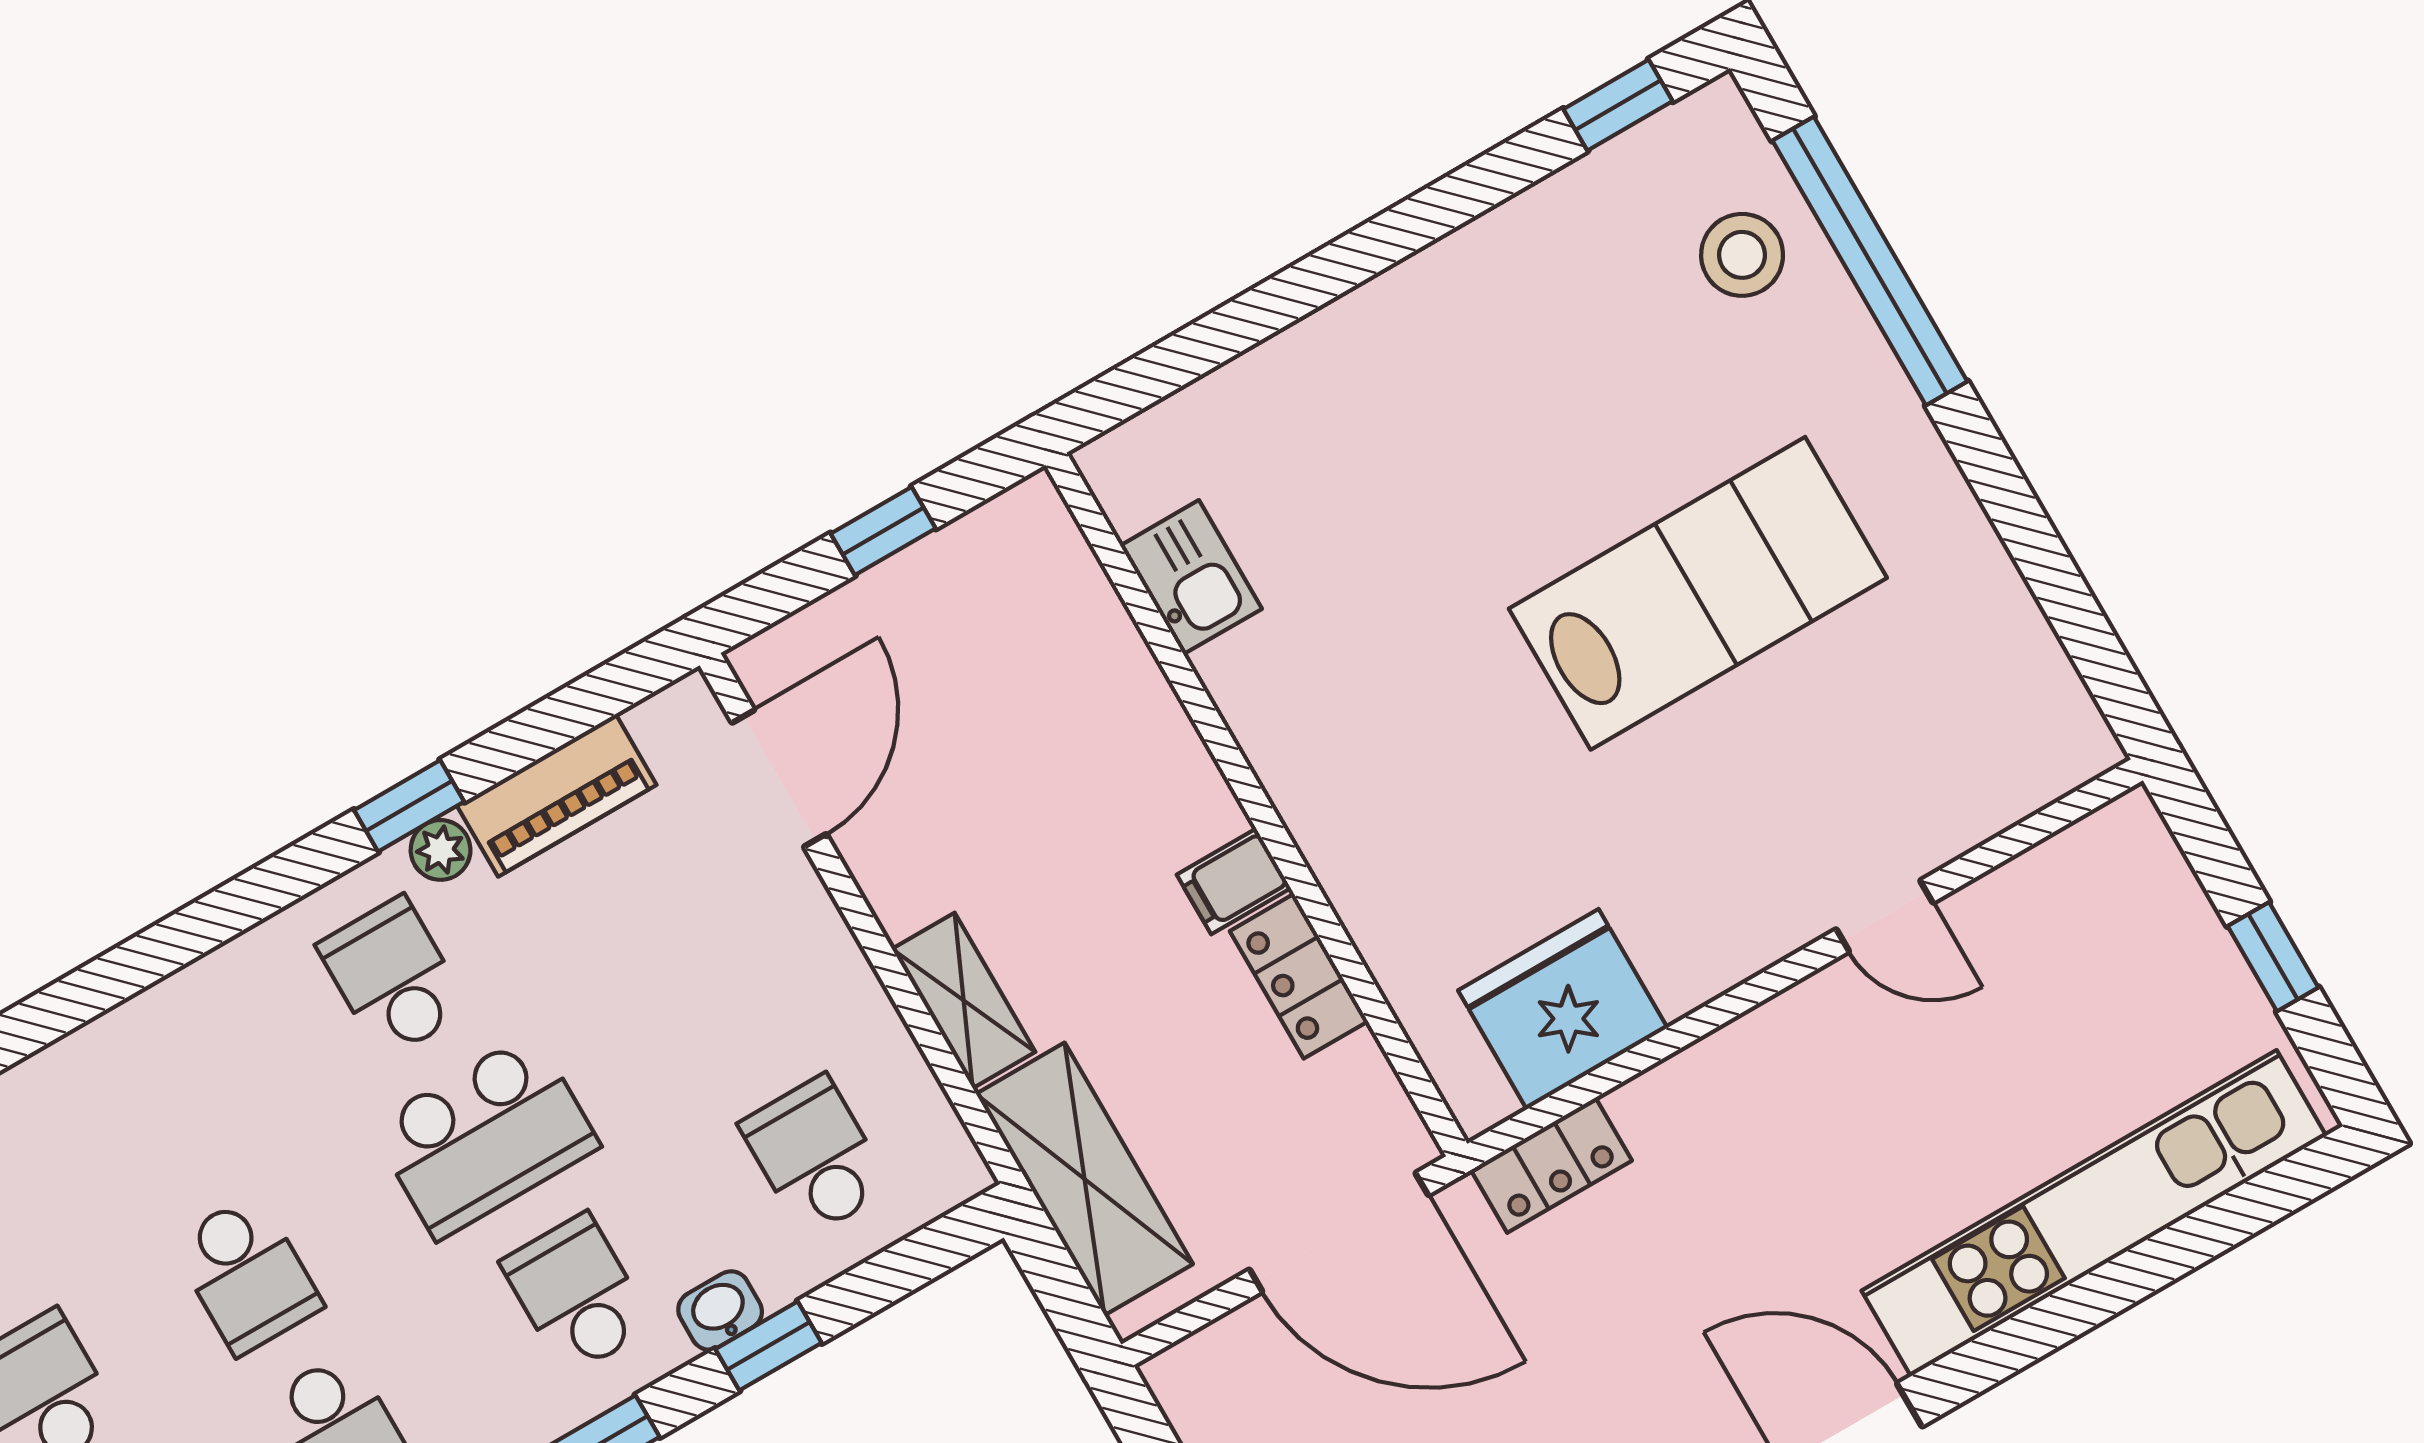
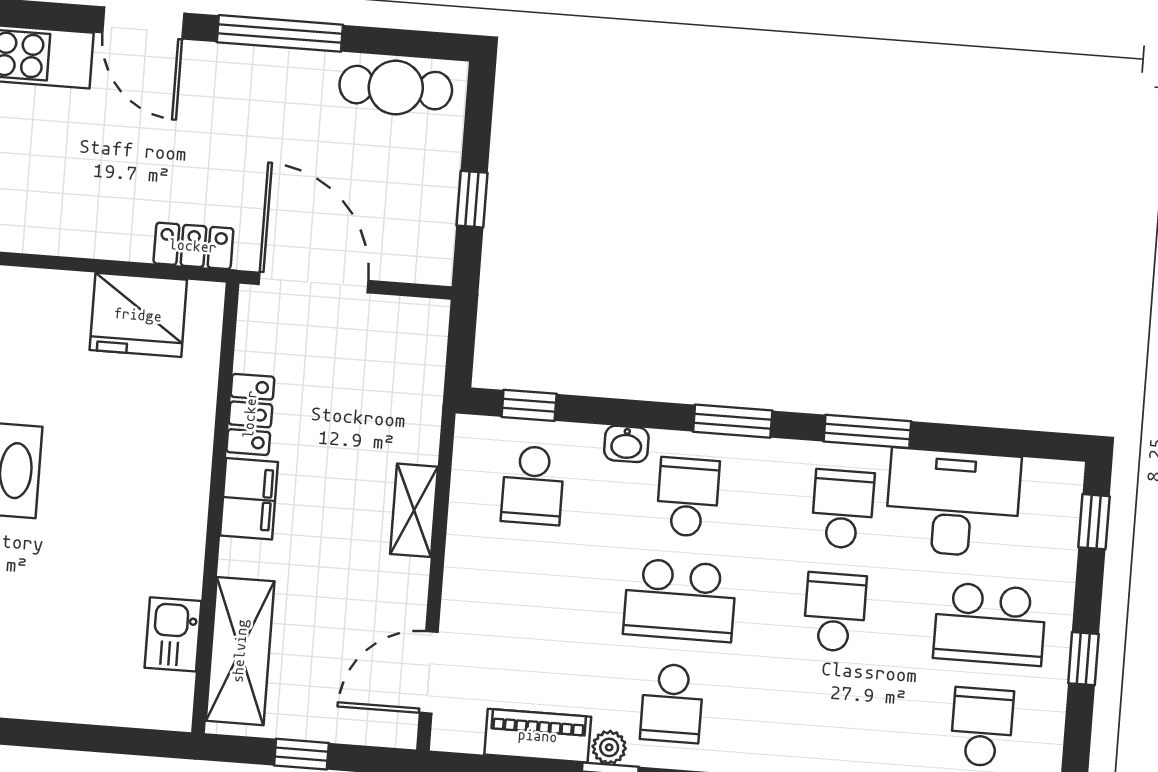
filing cabinet: (1234, 881) -> (249, 499), width x2.00
school desk: (485, 1136) -> (680, 600), turned 180
shelving: (1084, 1179) -> (240, 651), moved
school desk: (577, 1294) -> (688, 497), turned 180
window: (769, 1346) -> (529, 405), moved

